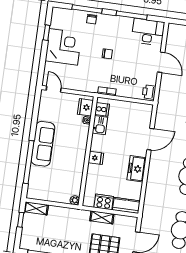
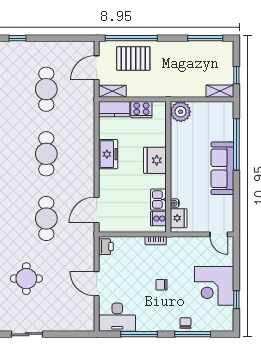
door: (150, 139) -> (97, 210), moved
fridge: (96, 158) -> (155, 160), width x1.88, depth x1.34
plant: (75, 200) -> (181, 112), width x1.88, depth x1.88
shelving: (102, 217) -> (112, 91), moved

